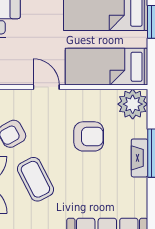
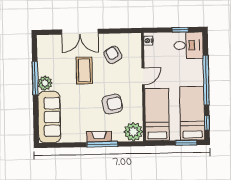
armchair: (89, 136) -> (112, 104), turned -101
coffee table: (35, 179) -> (84, 70), turned -63

